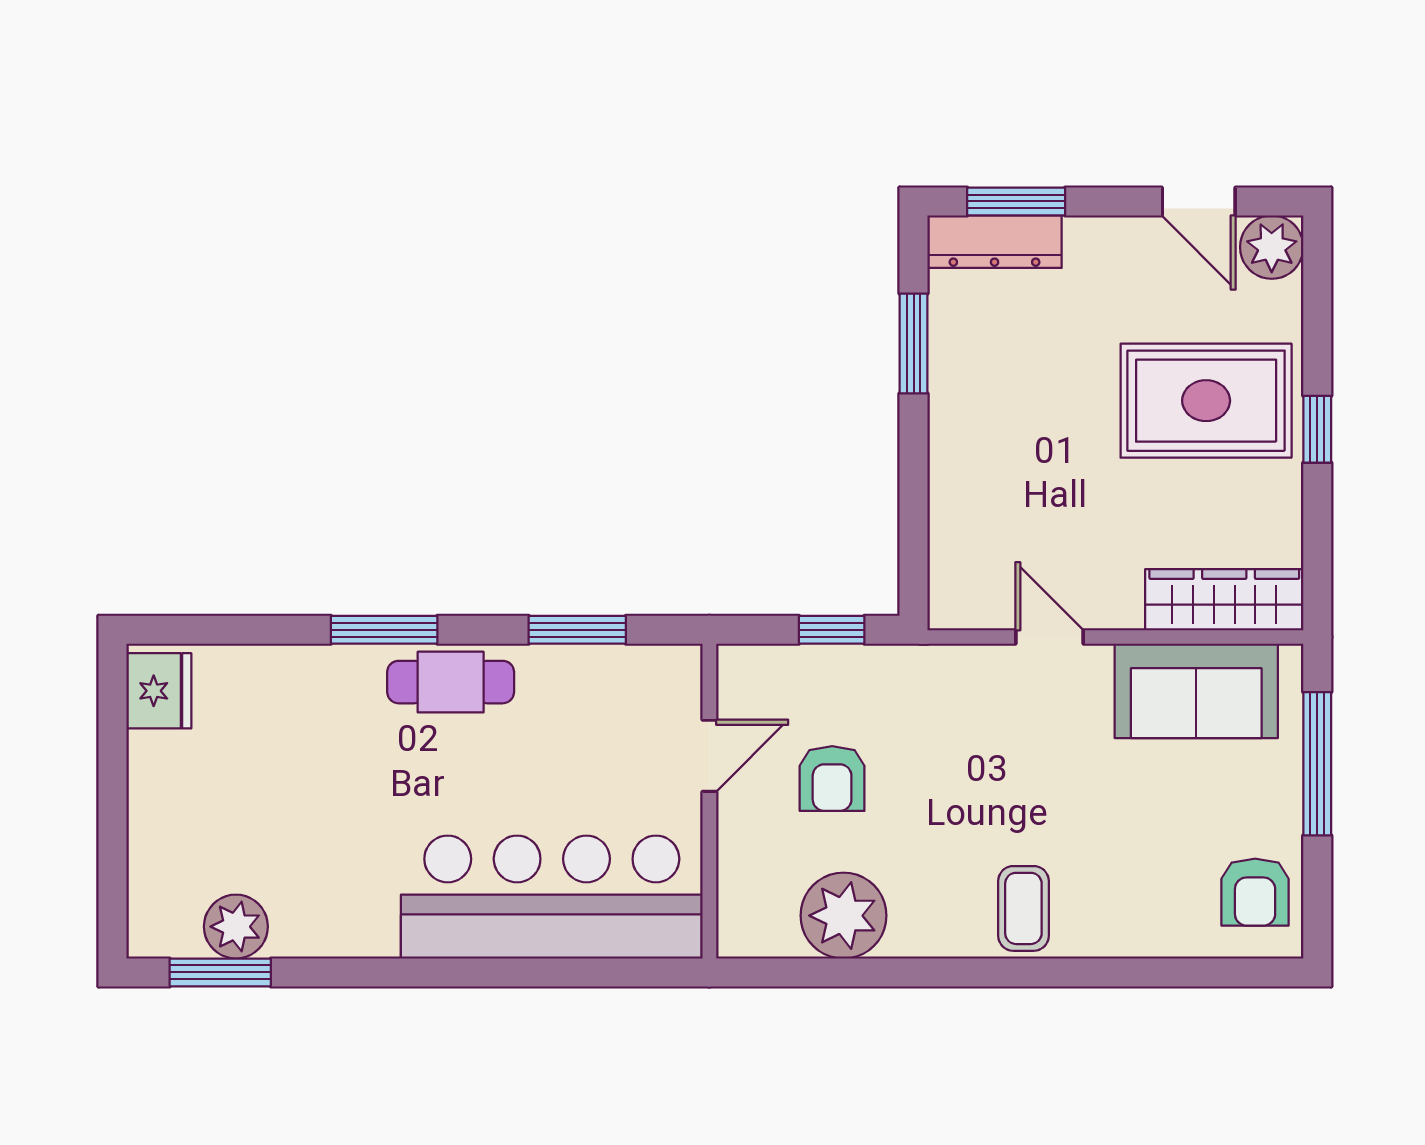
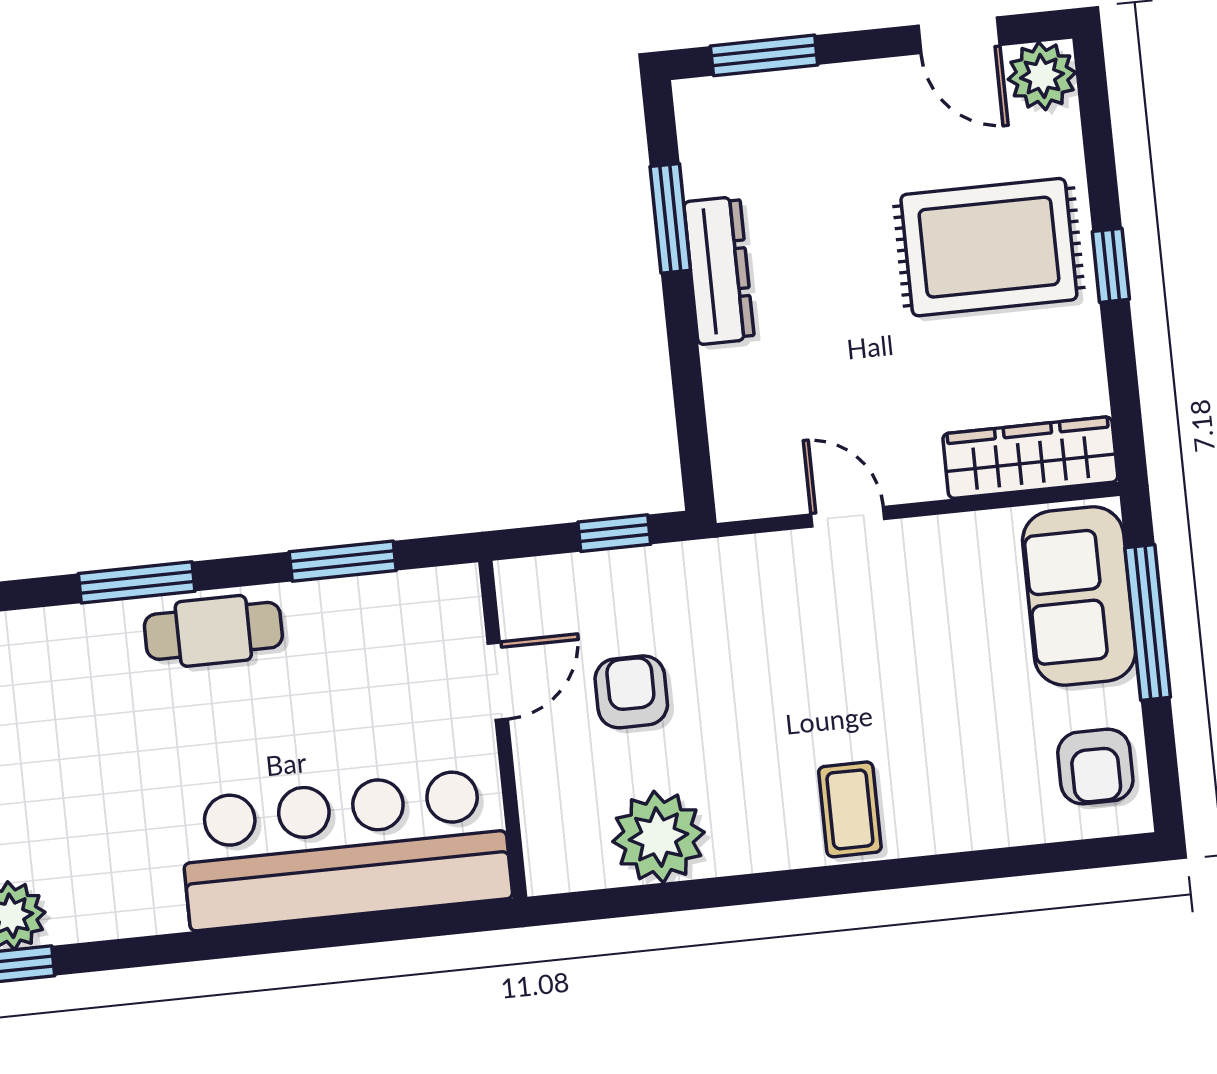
dresser: (995, 242) -> (719, 270), moved, turned -90
sofa: (1196, 691) -> (1079, 596), moved, turned 90
armchair: (832, 779) -> (631, 692), turned 180

